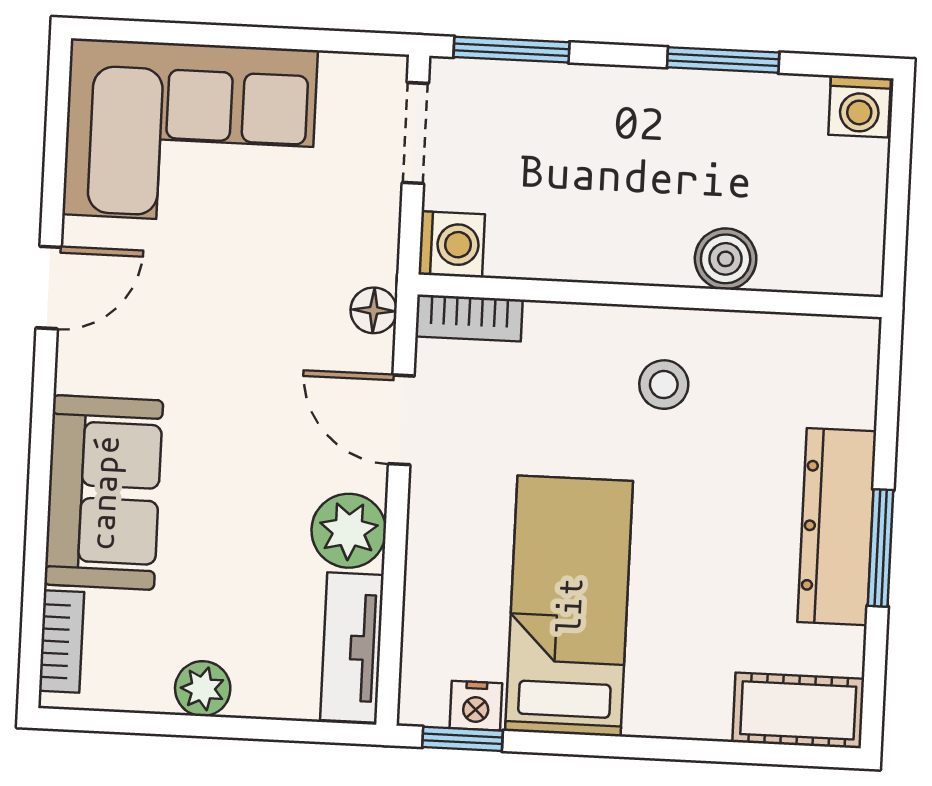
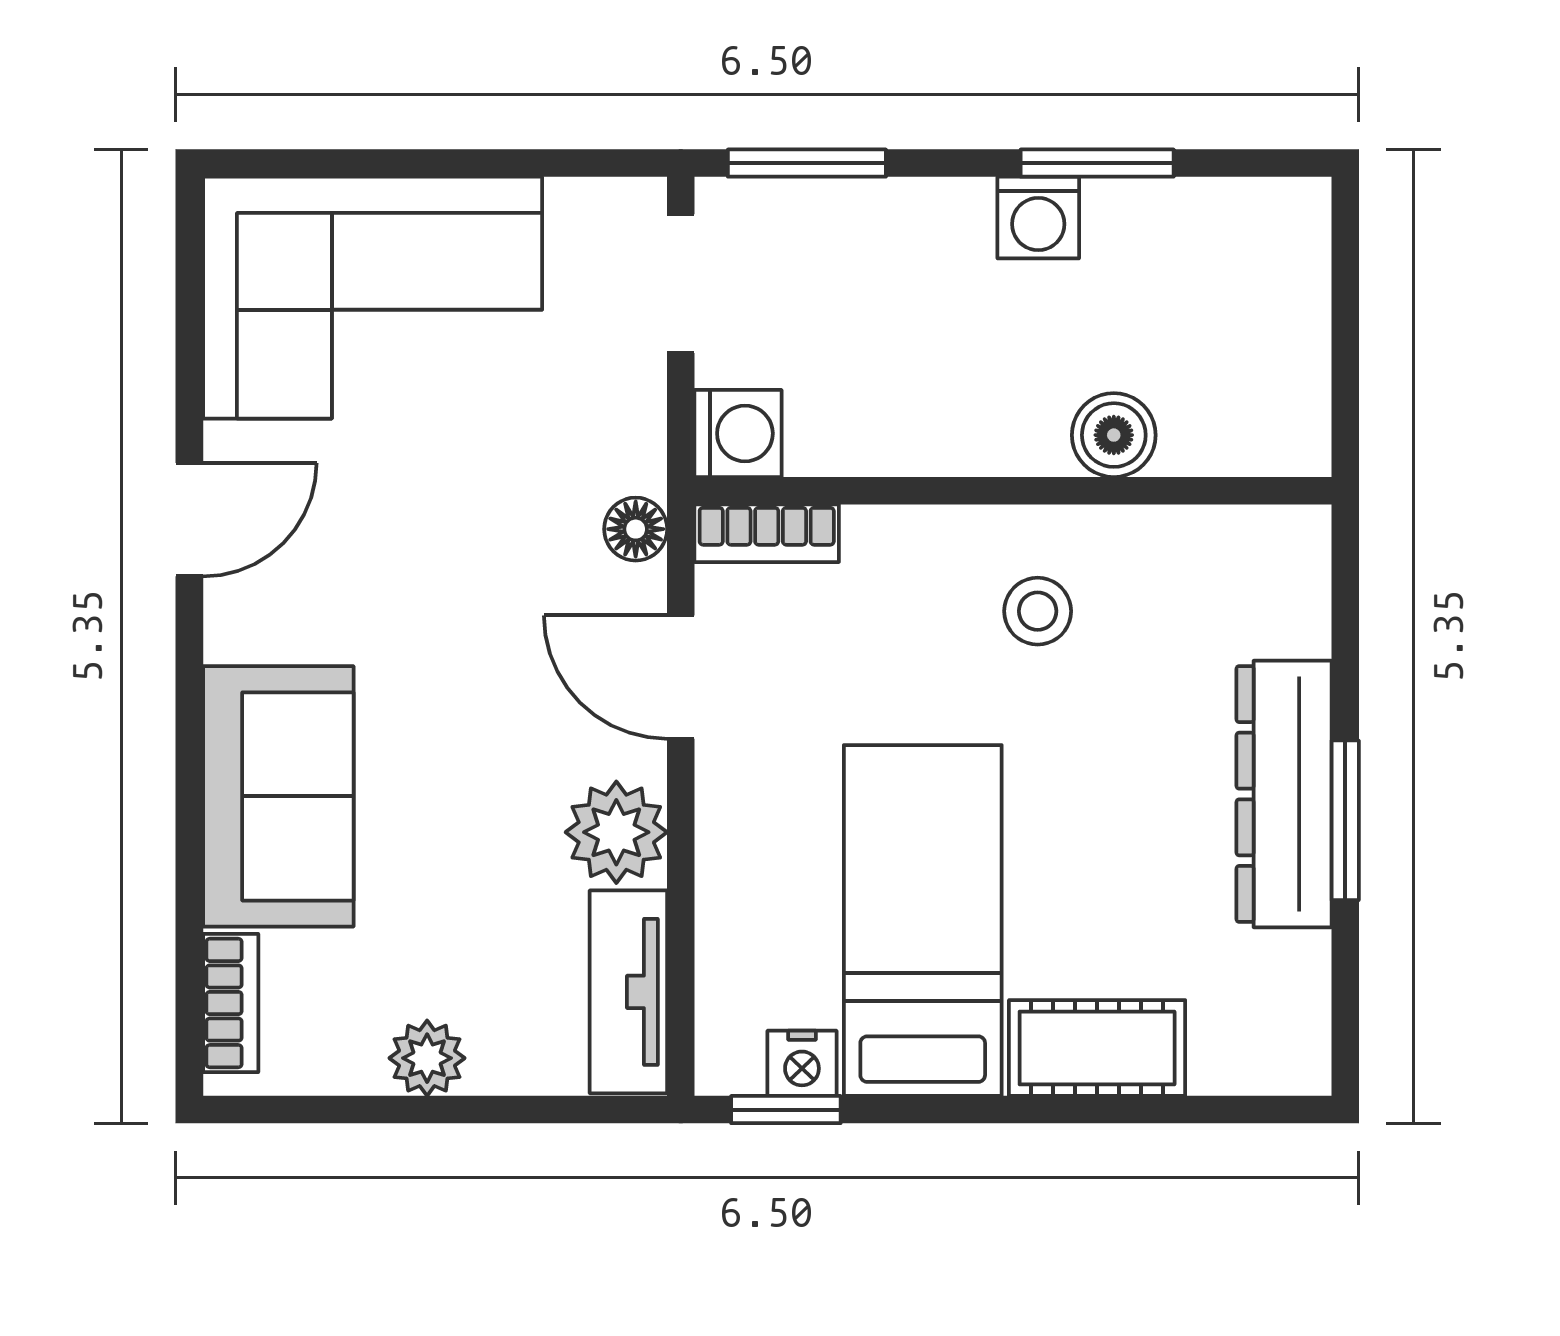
washing machine: (860, 106) -> (1038, 218), moved
cot: (798, 710) -> (1097, 1048), moved

